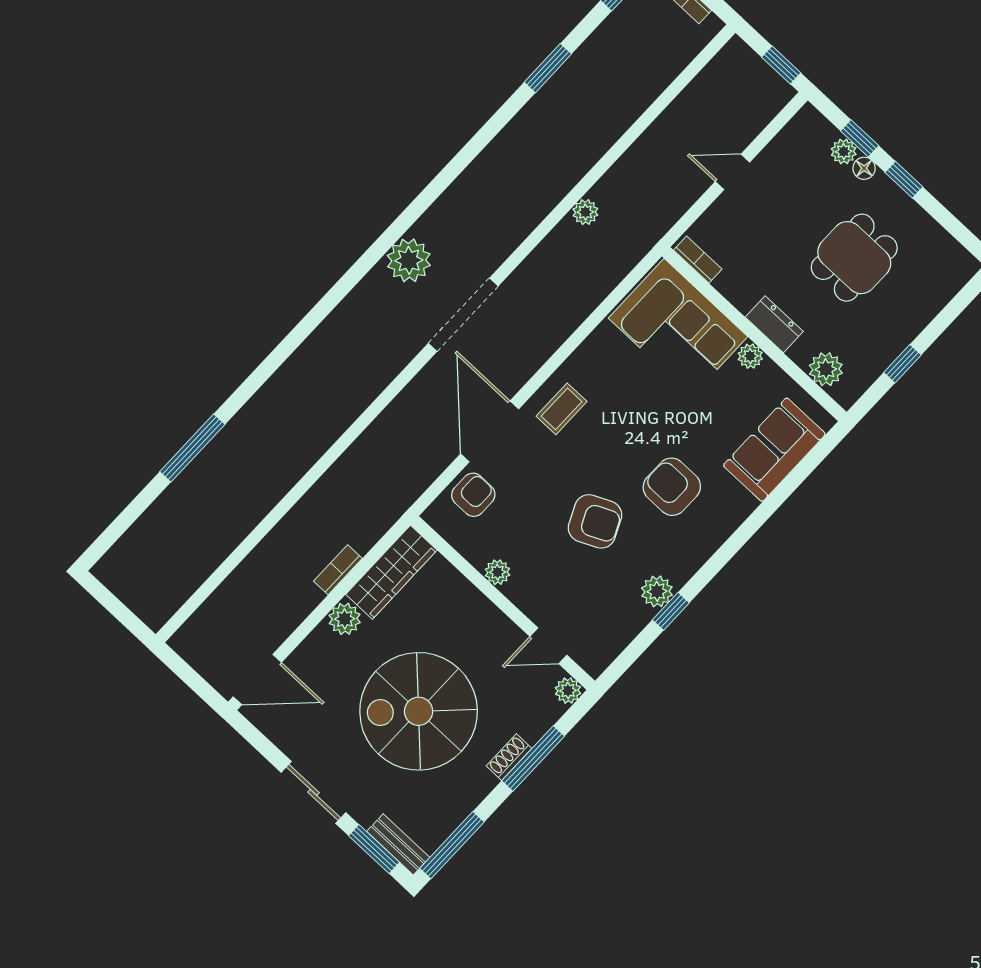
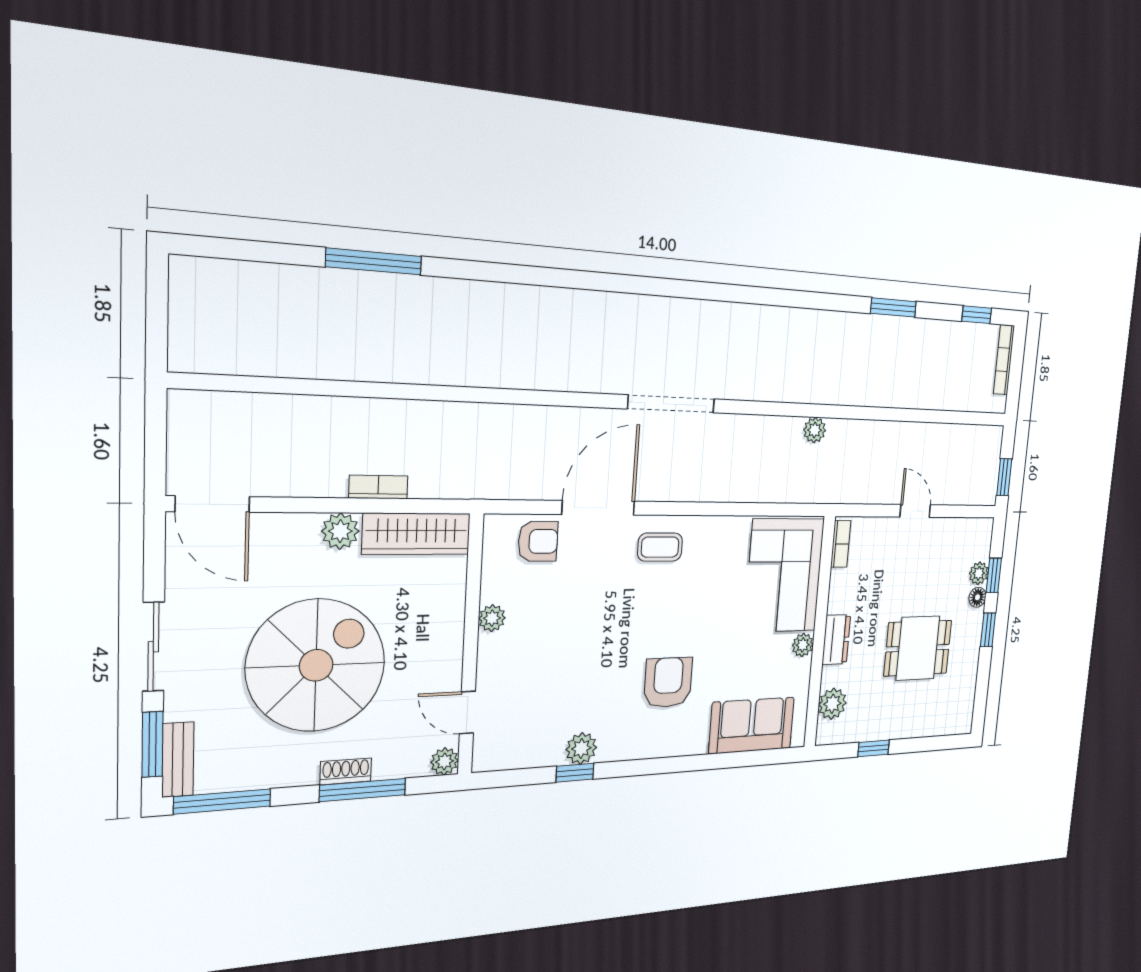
plant: (409, 260) -> (679, 321), removed
armchair: (595, 521) -> (596, 653), removed
spiral stairs: (419, 711) -> (316, 665), turned 90

